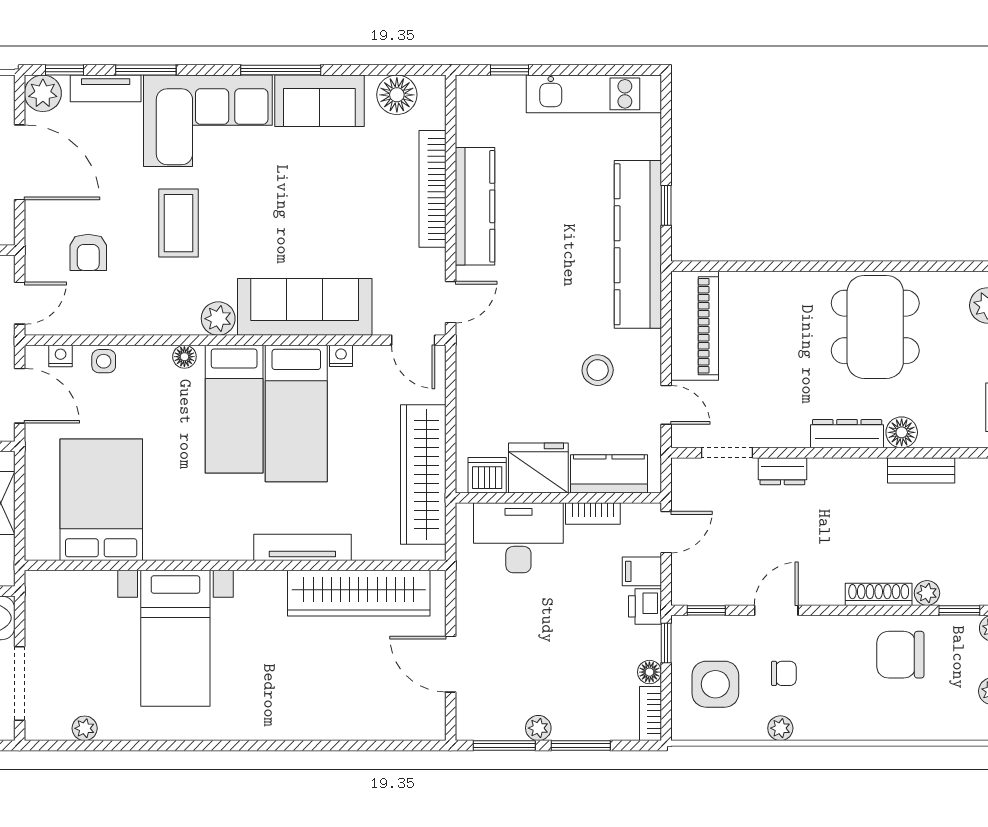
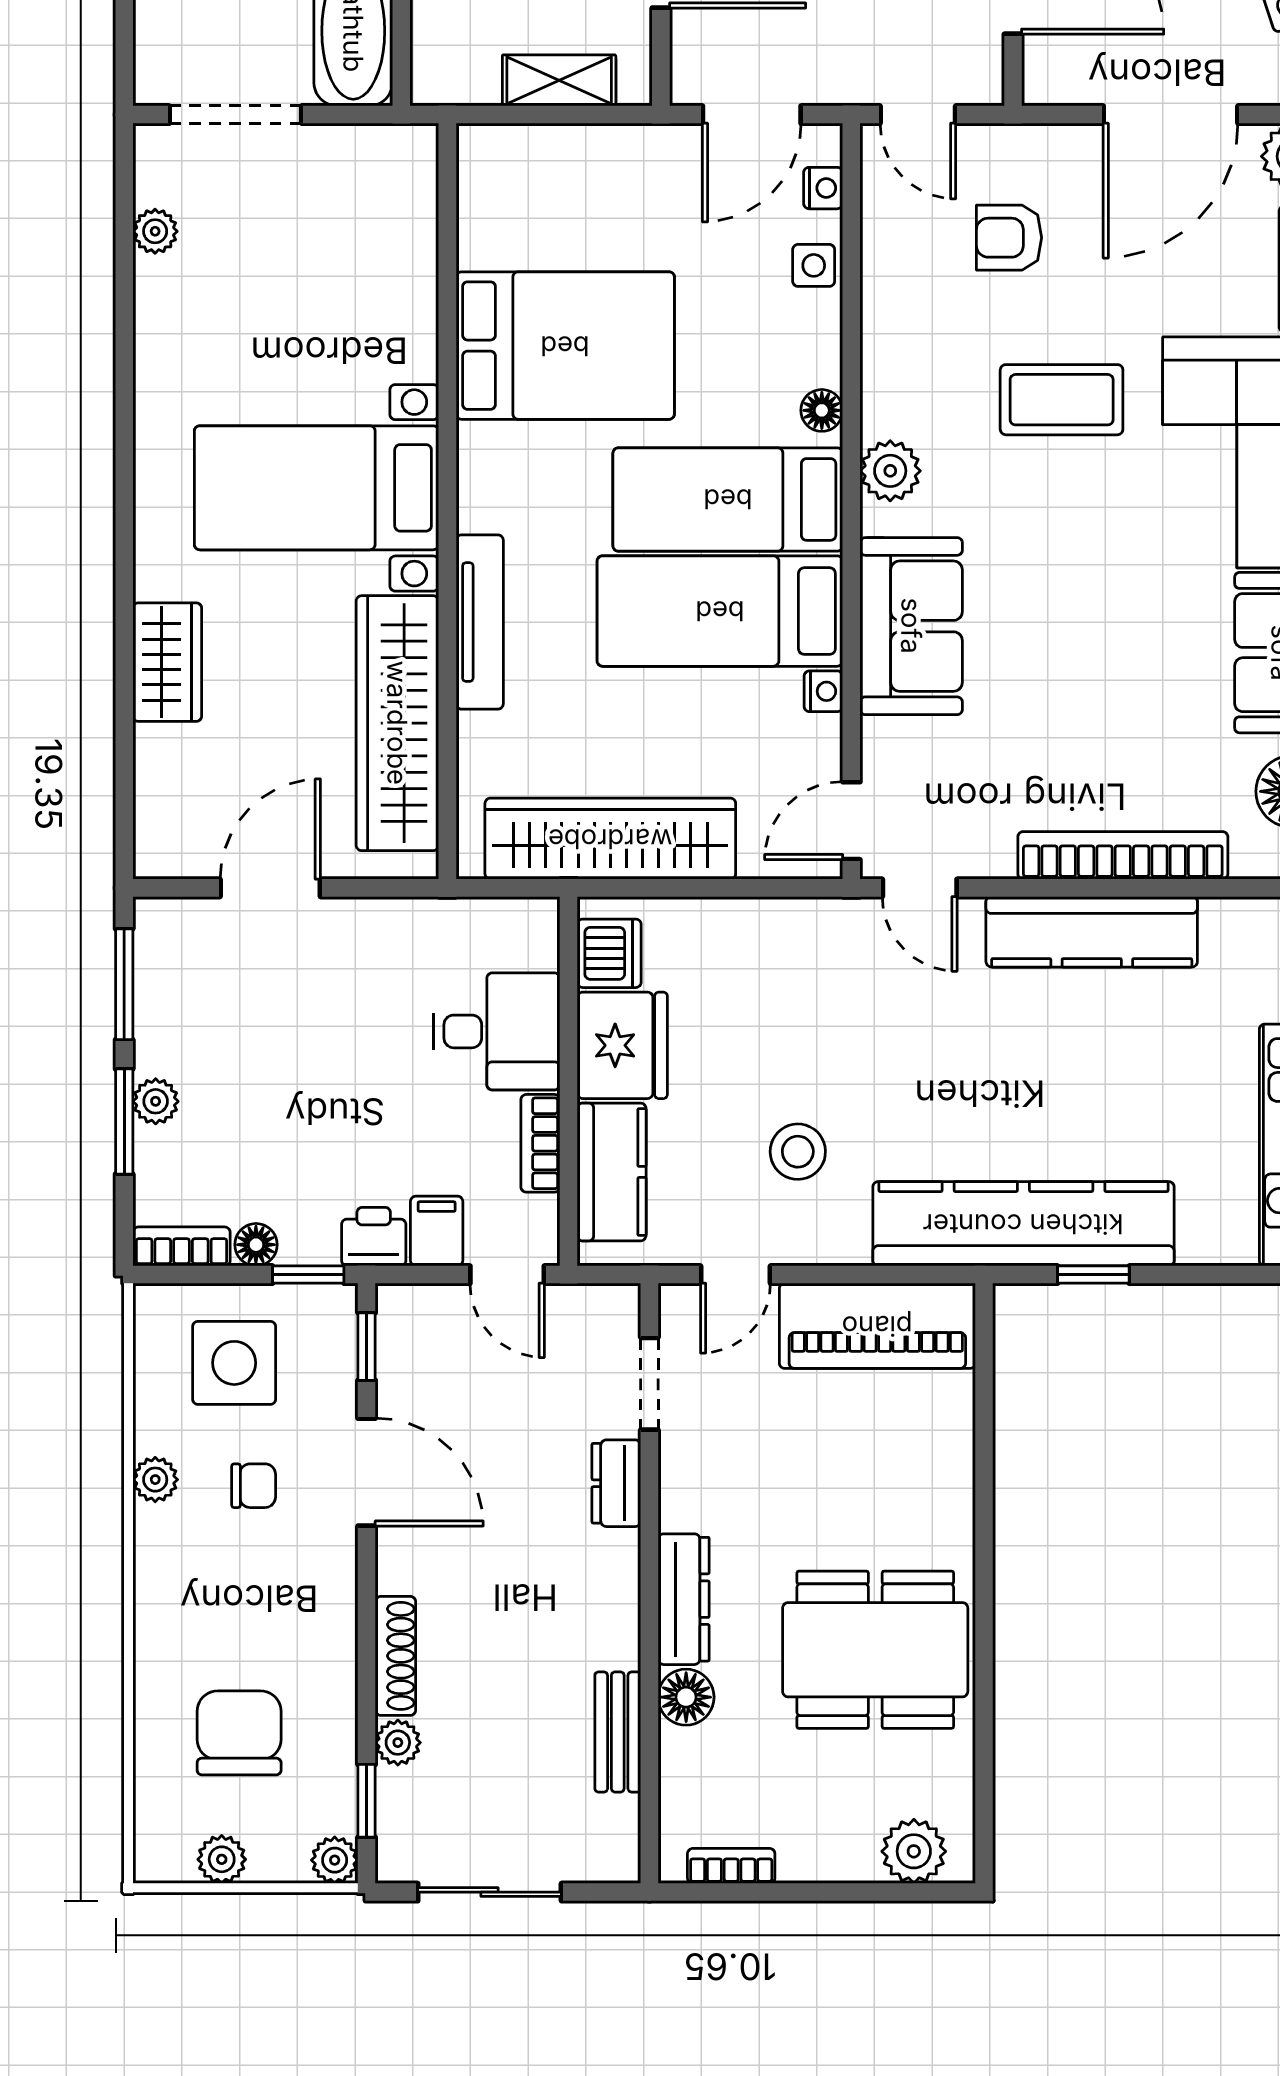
sofa: (305, 307) -> (911, 626), width x0.73
bed: (101, 500) -> (565, 346), moved
desk: (518, 538) -> (497, 1031), width x0.73
door: (776, 610) -> (367, 1472), width x1.38
bed with nightstands: (175, 638) -> (316, 488), moved
chair: (900, 655) -> (239, 1733), moved
chair: (784, 673) -> (254, 1486), turned -90
wardrobe: (325, 722) -> (167, 662), added
plant: (538, 728) -> (156, 1101), moved

